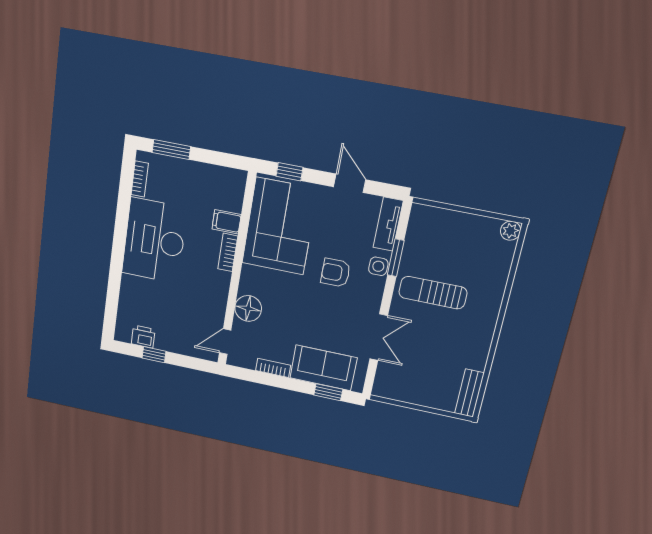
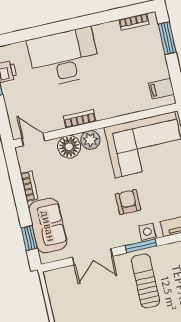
filing cabinet: (227, 222) -> (161, 89), moved, turned -90
desk: (154, 241) -> (64, 57), moved
bookcase: (228, 252) -> (80, 119), moved
window: (396, 258) -> (141, 246), moved
plant: (250, 283) -> (90, 140), added

